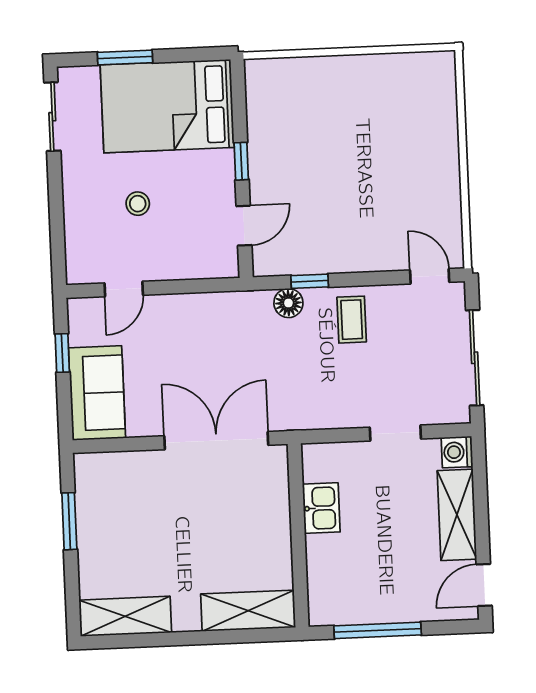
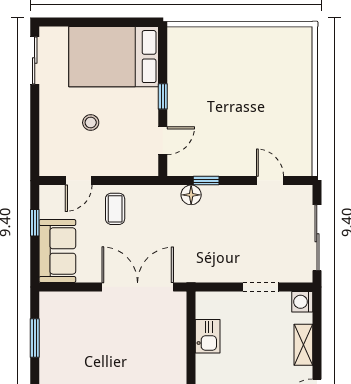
window: (125, 57) -> (86, 22), removed
door: (430, 276) -> (270, 181), moved
coffee table: (352, 320) -> (115, 209), moved
shelving: (457, 515) -> (303, 345), width x0.67, depth x0.75

